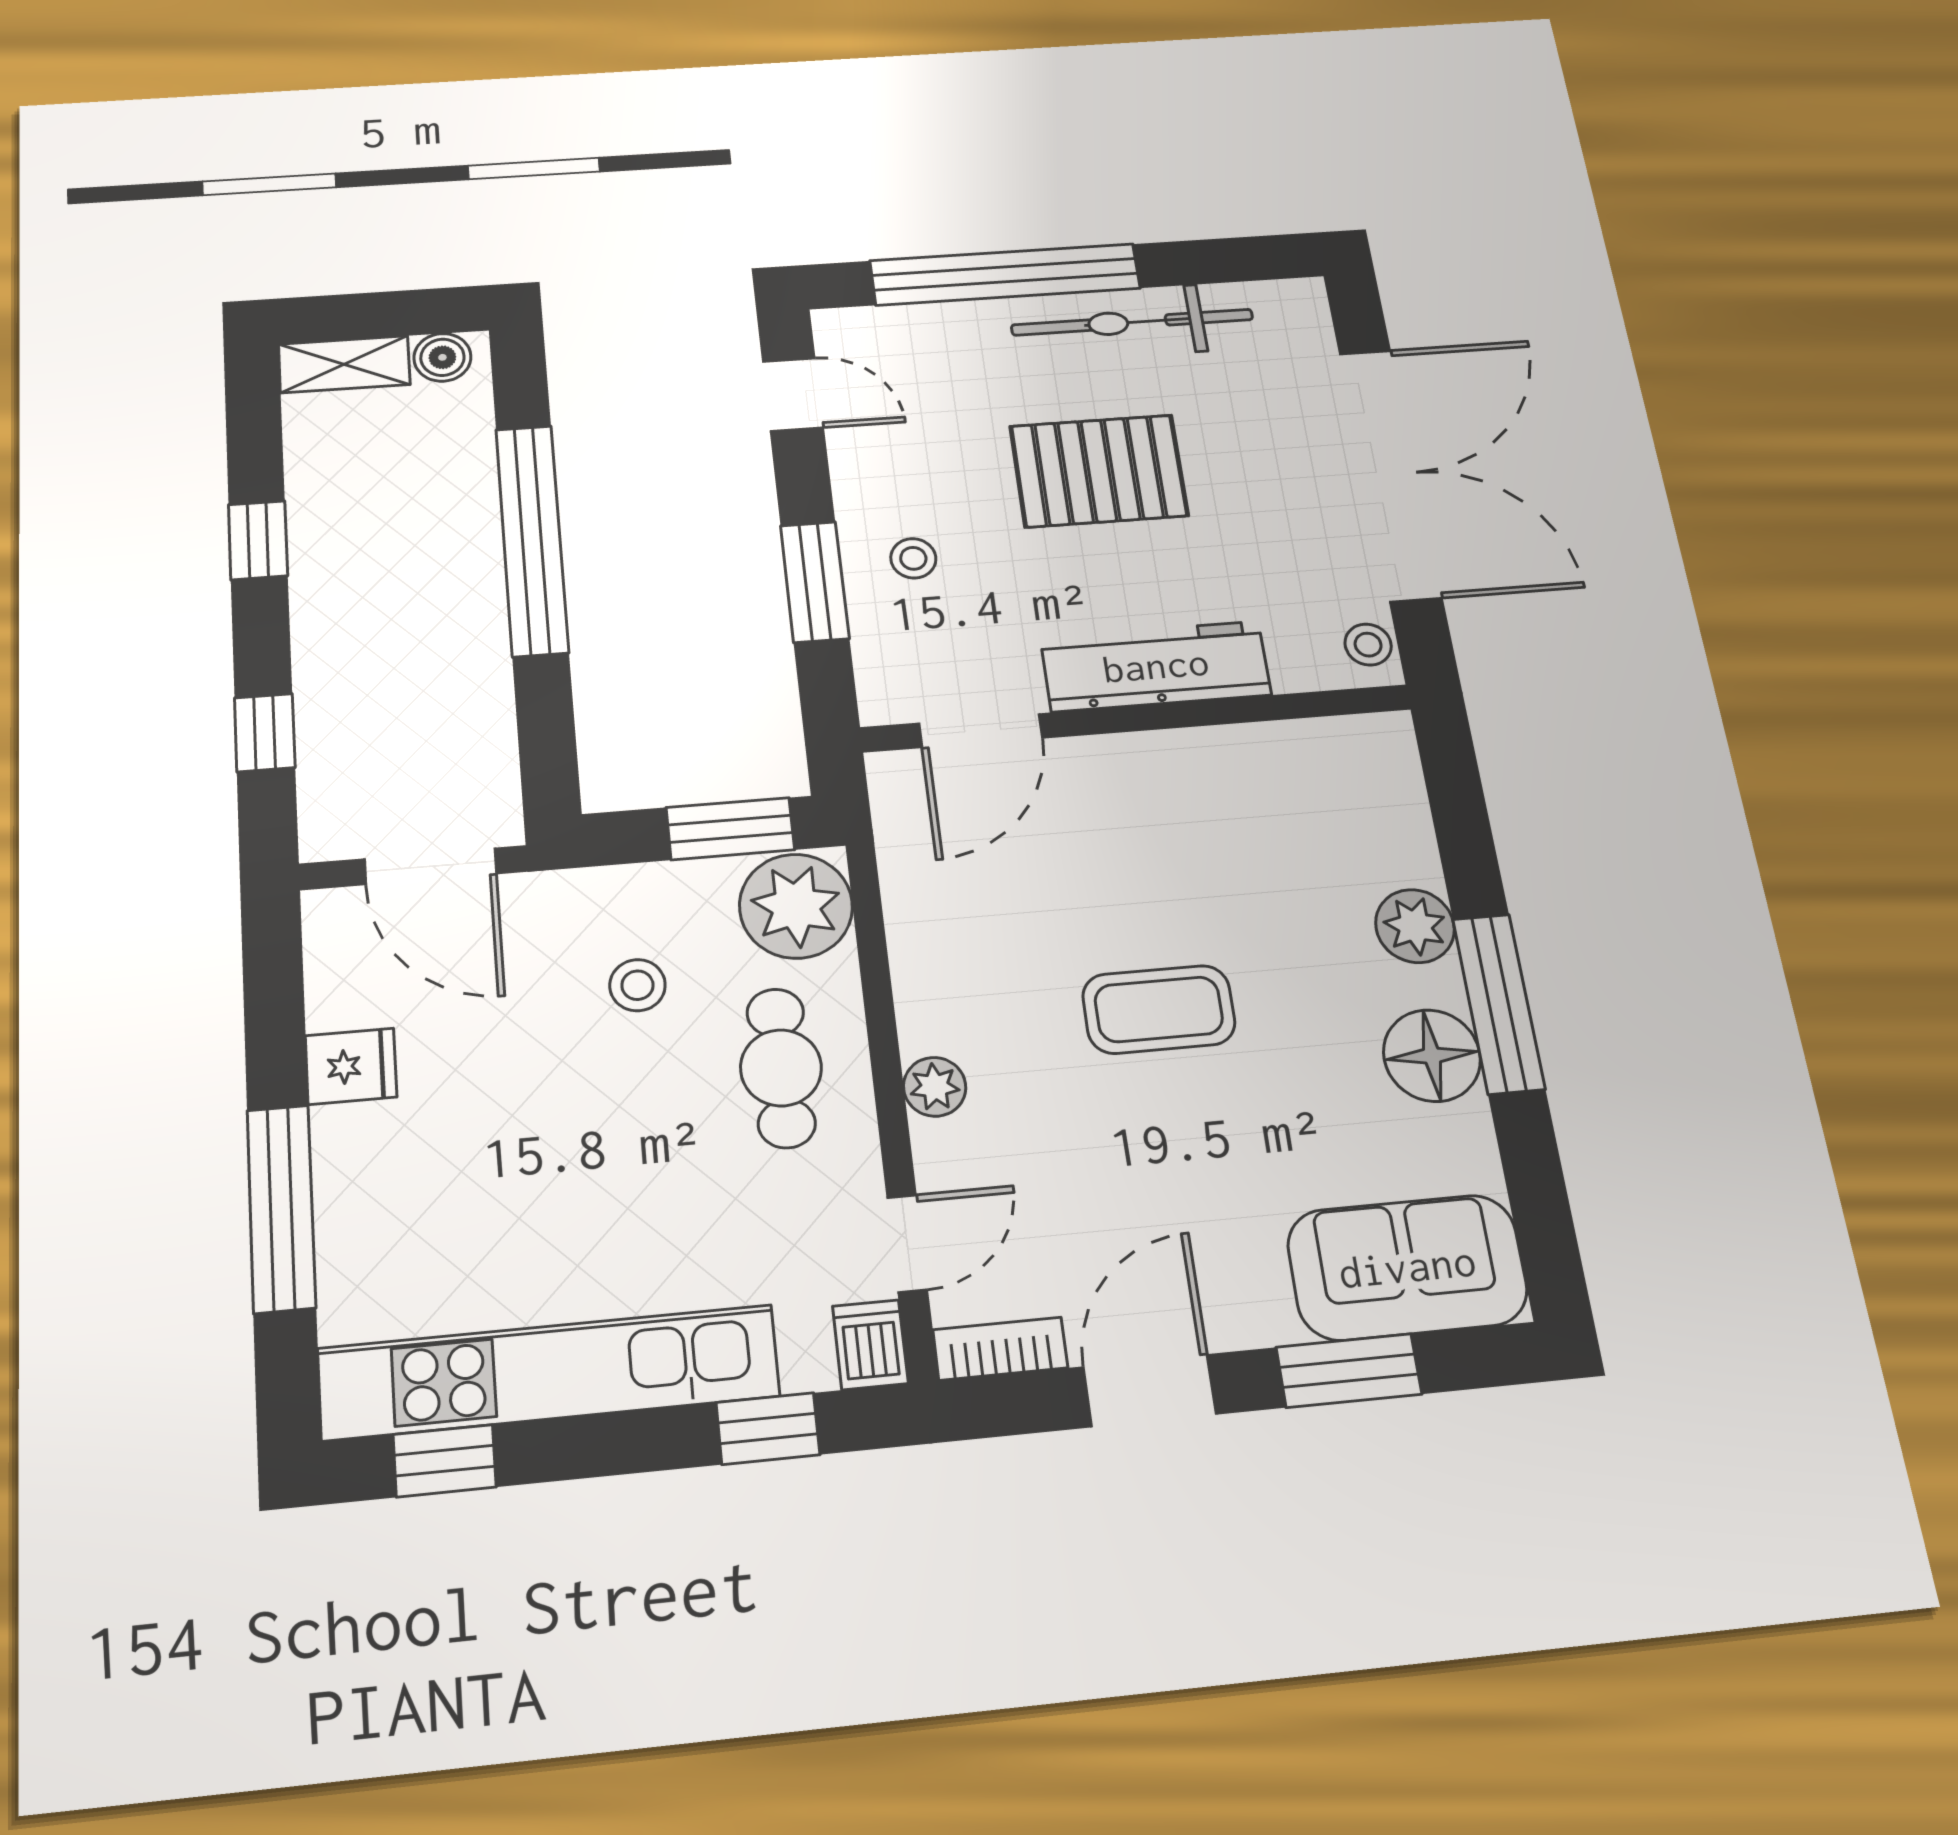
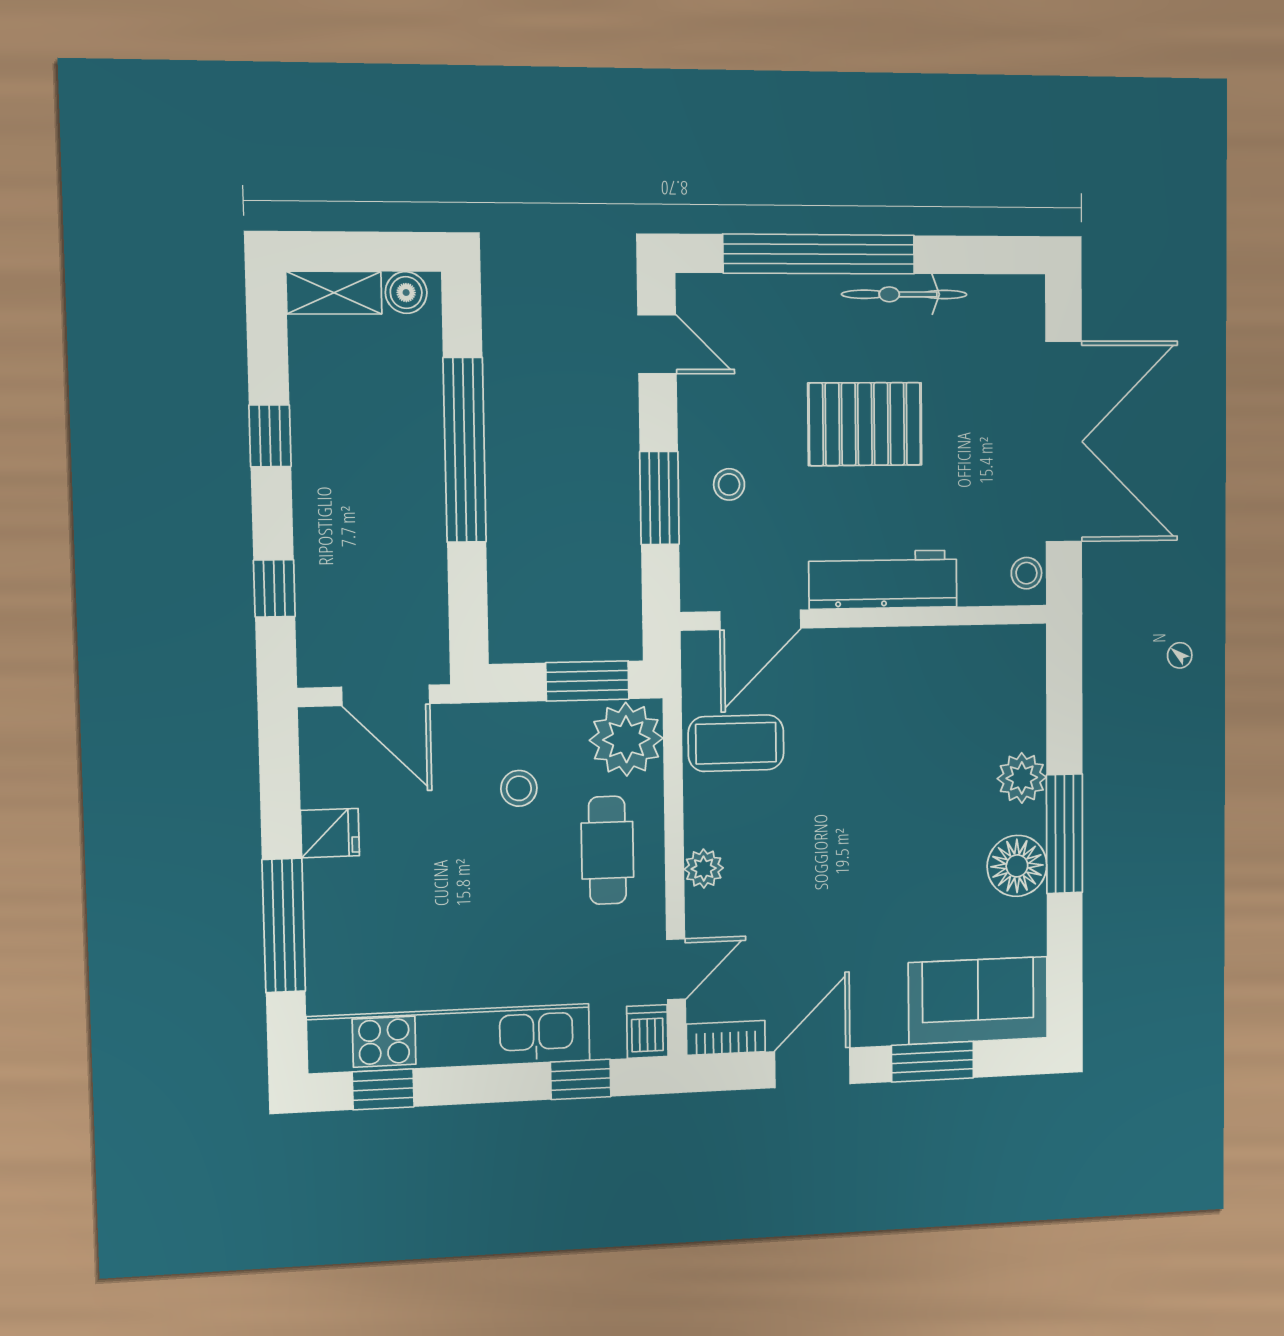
bicycle: (1132, 322) -> (904, 294), width x0.73, depth x0.71
coffee table: (1159, 1009) -> (736, 743), moved

